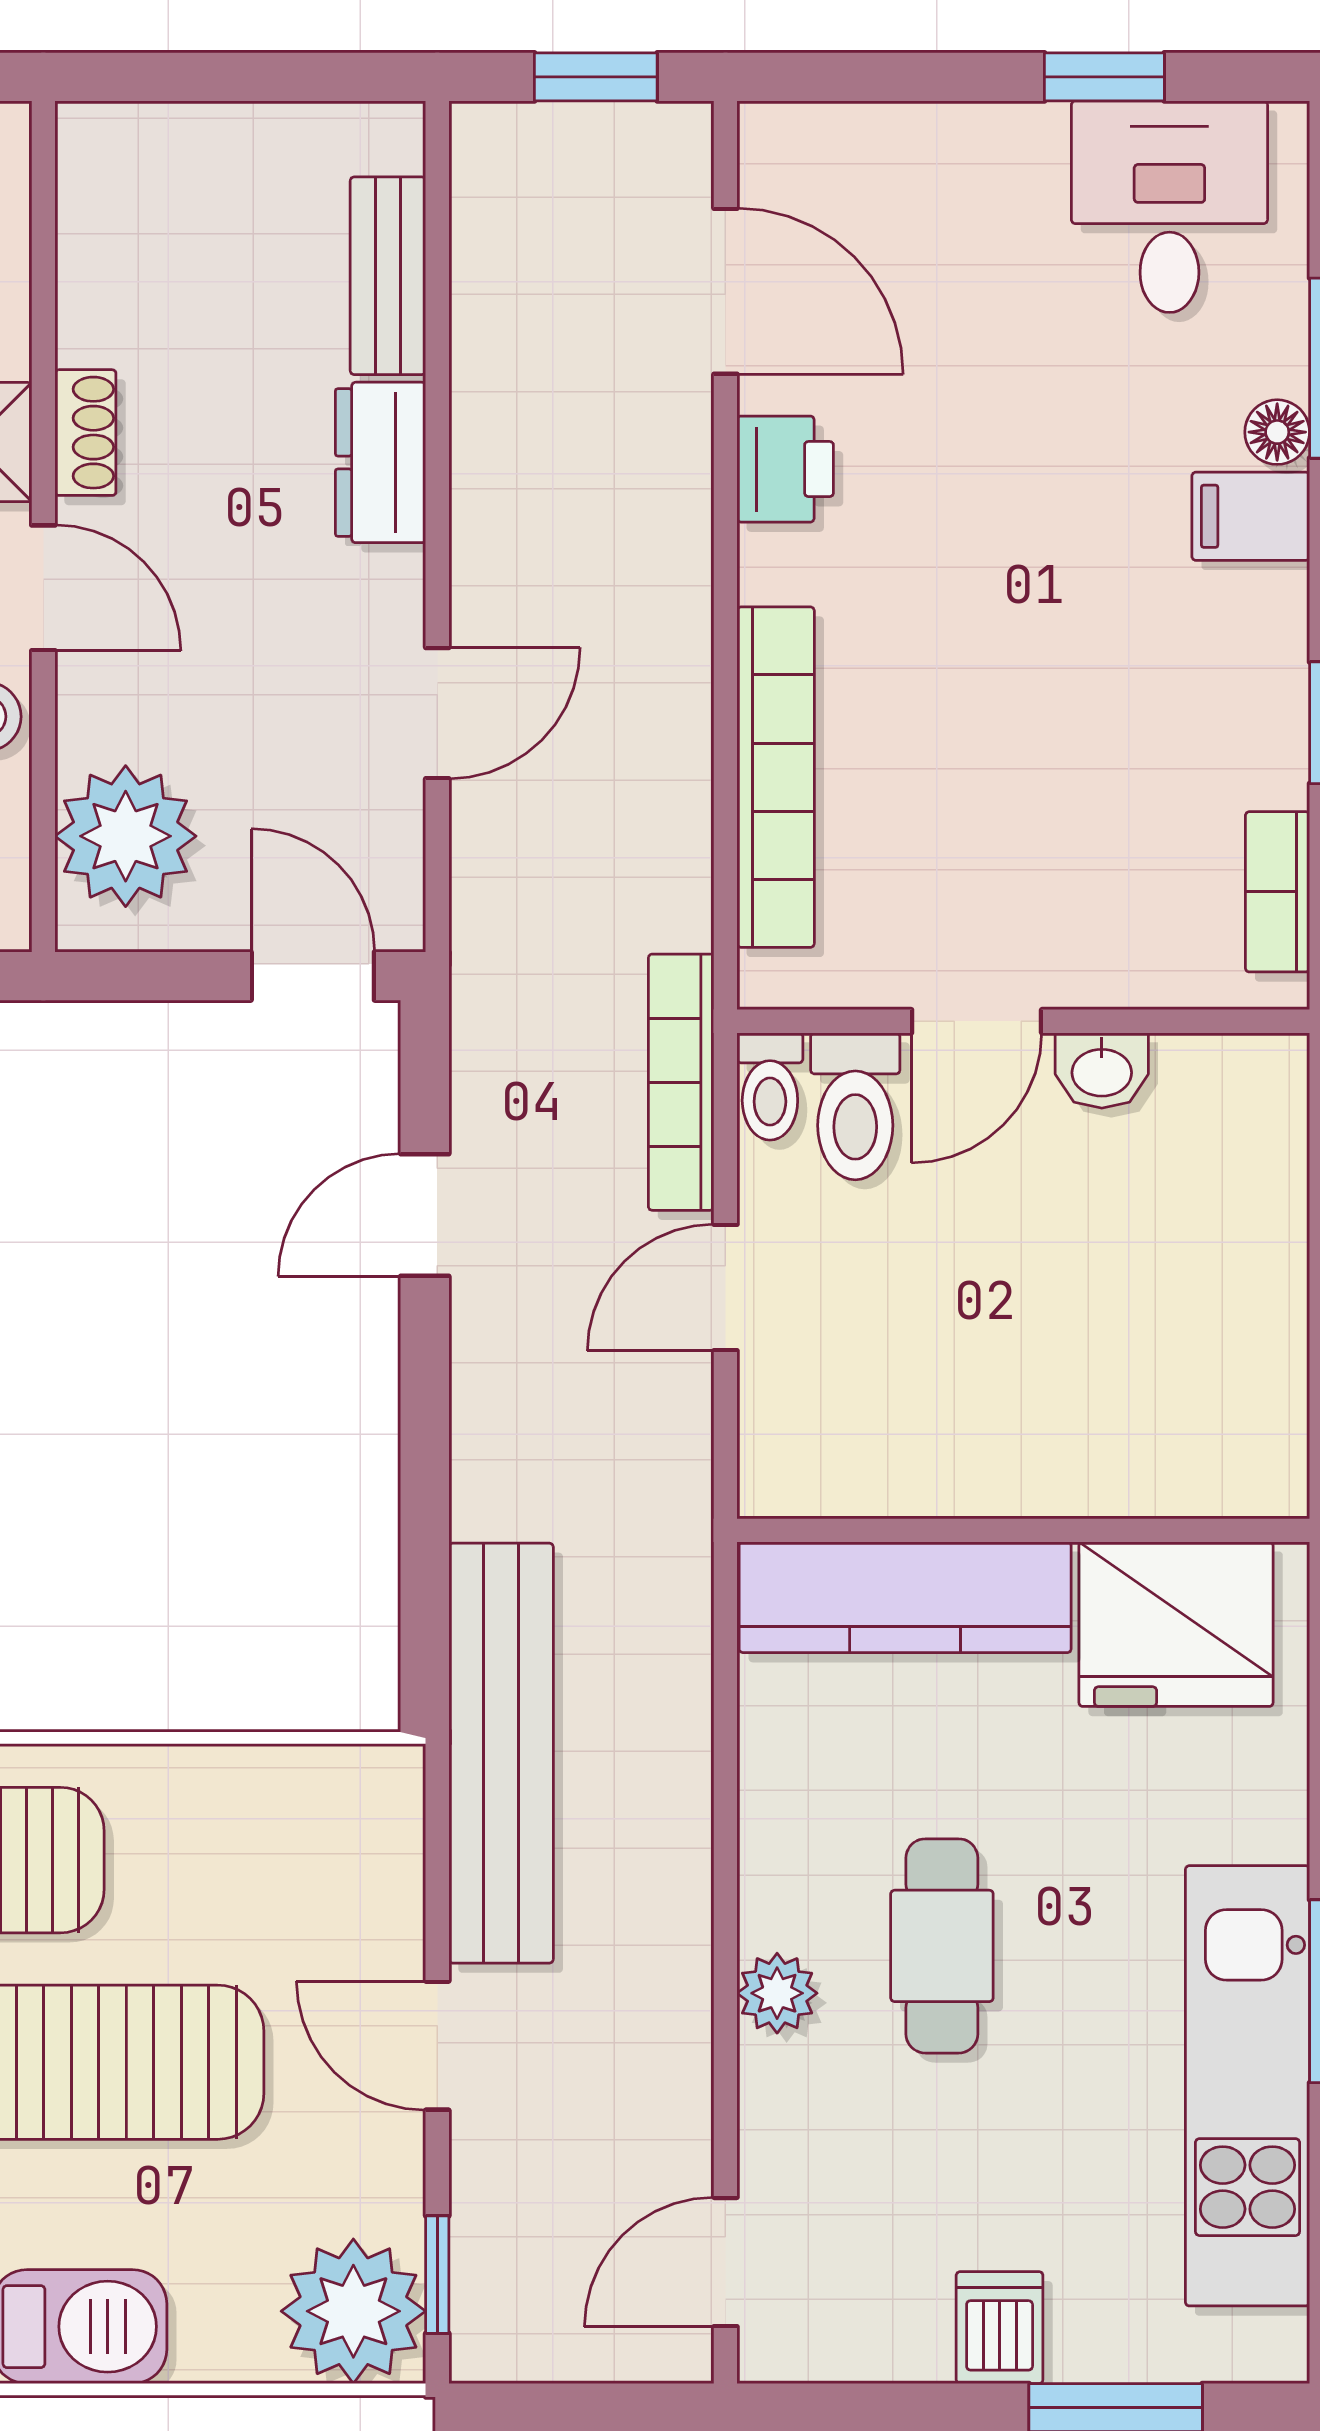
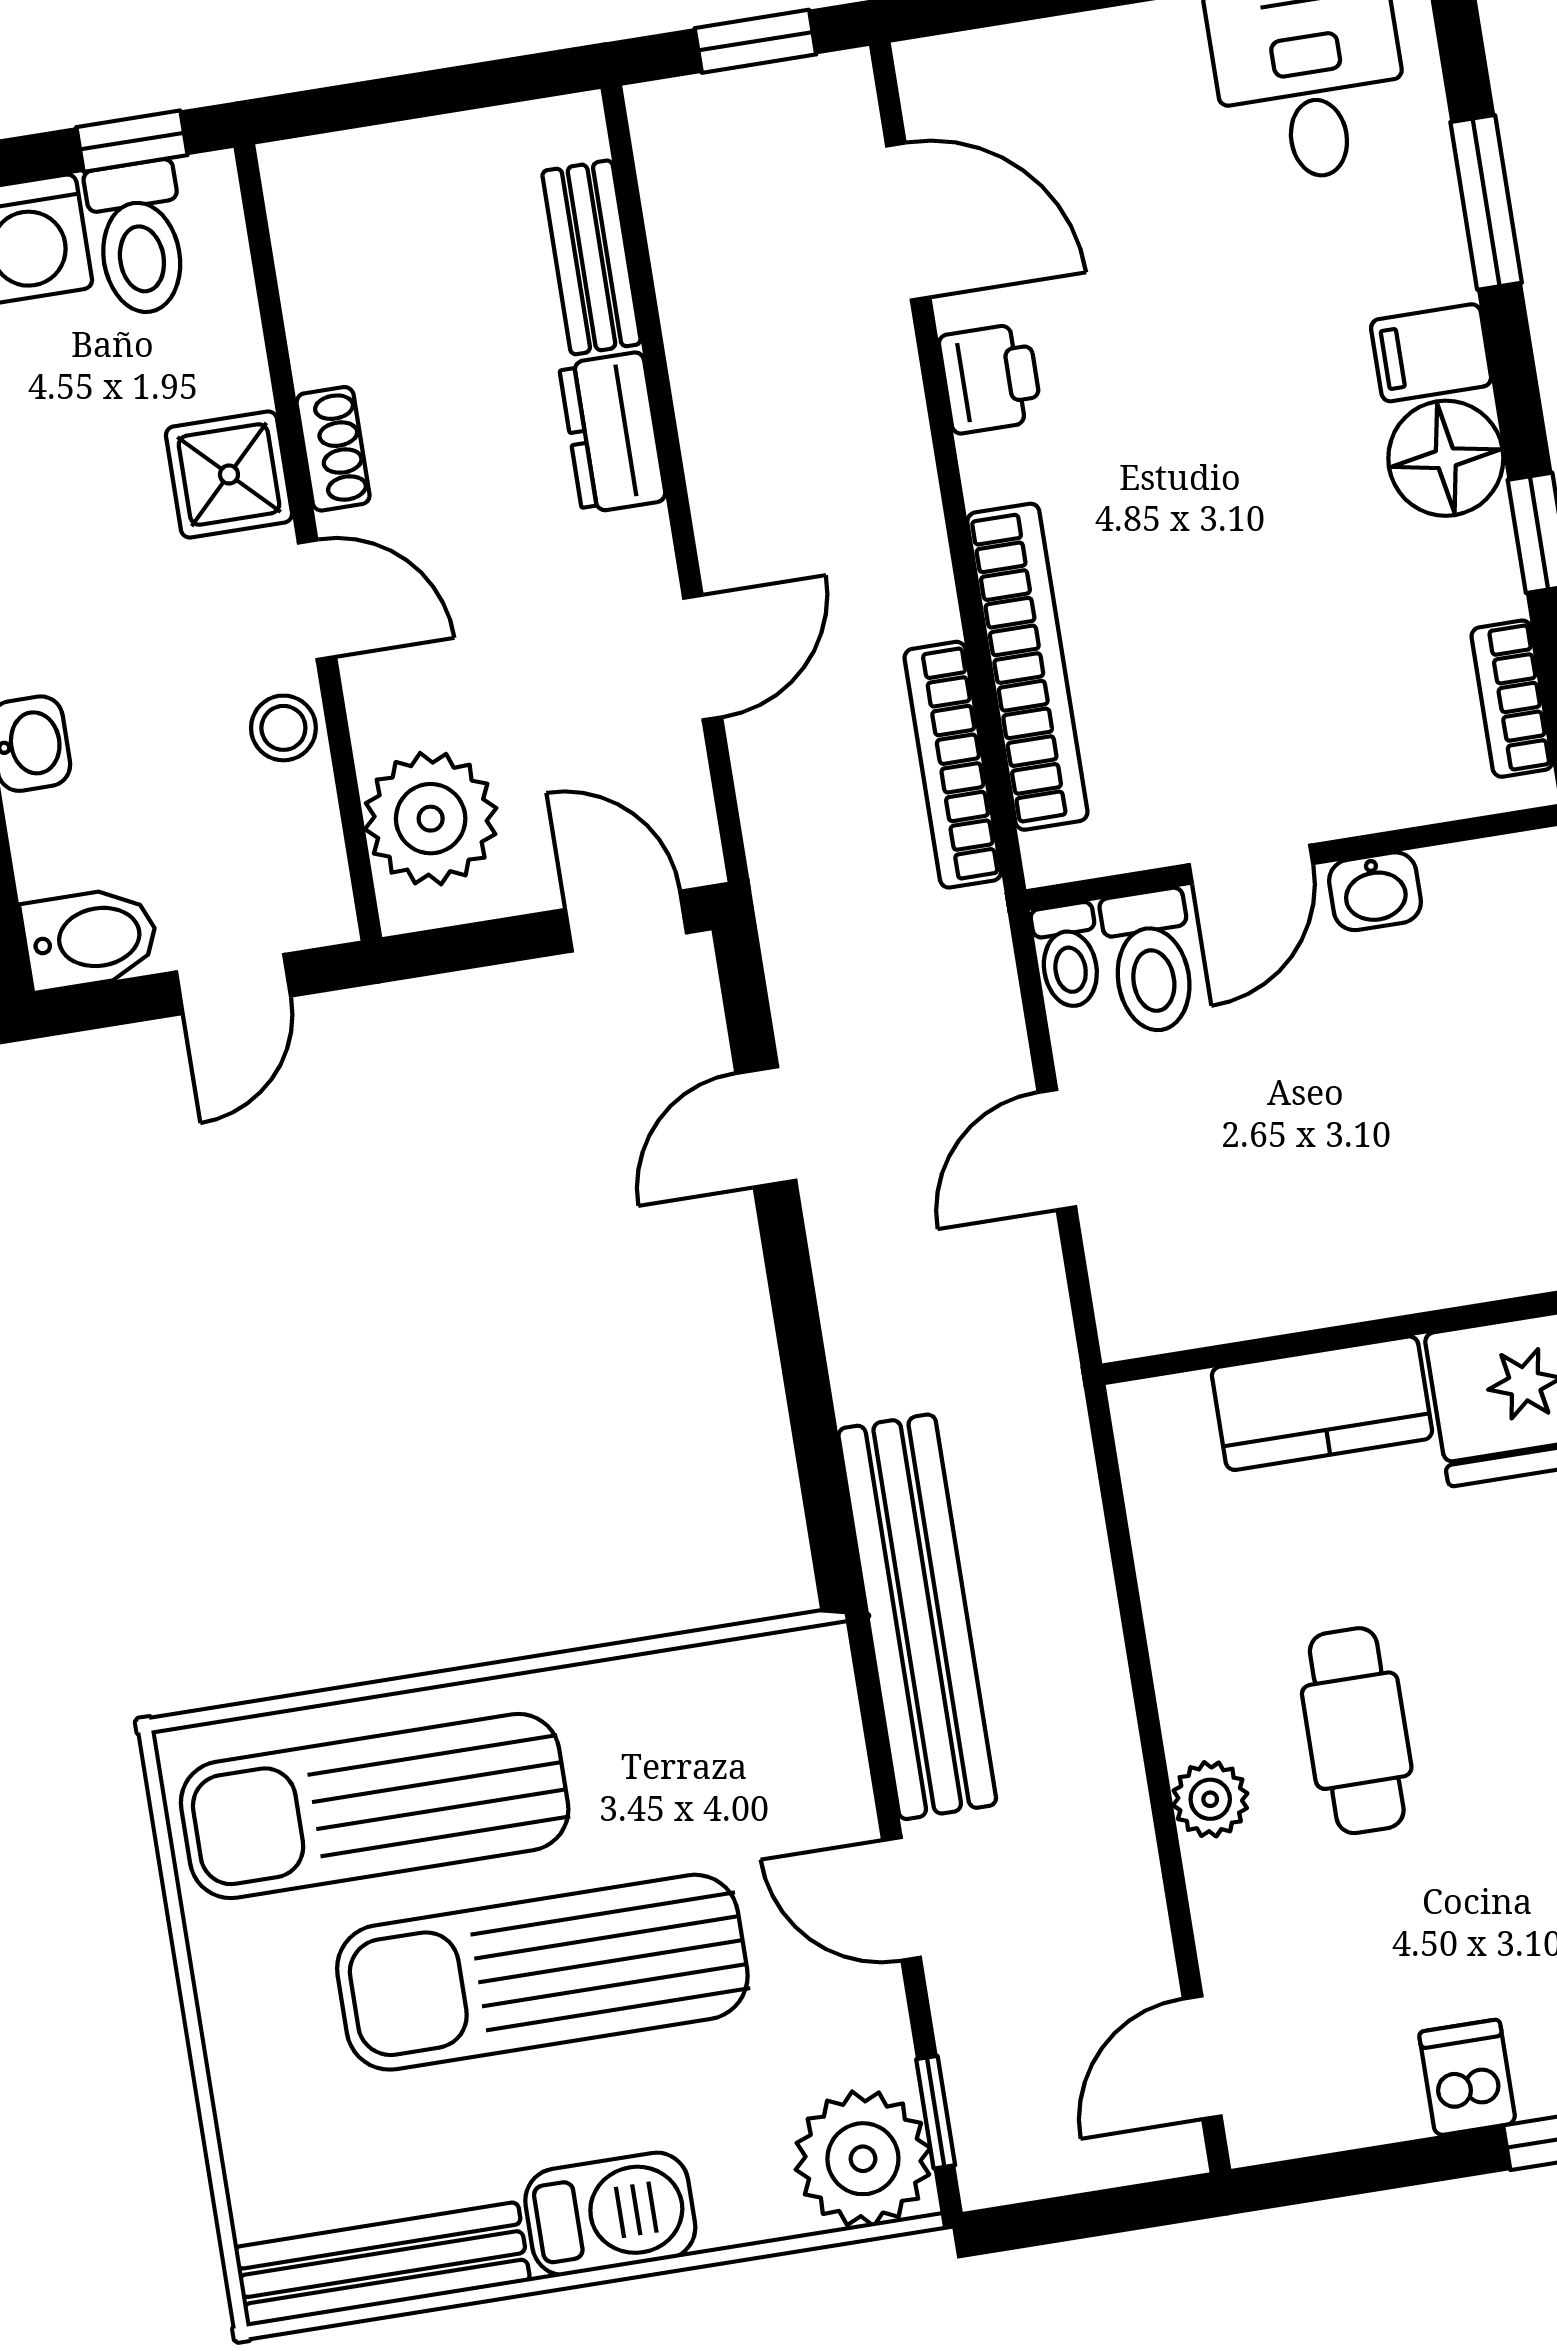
floor lamp: (1277, 432) -> (1446, 458), moved, width x1.89, depth x1.89
bookcase: (681, 1082) -> (953, 765), moved
kitchen counter: (905, 1597) -> (1322, 1403), width x0.67

